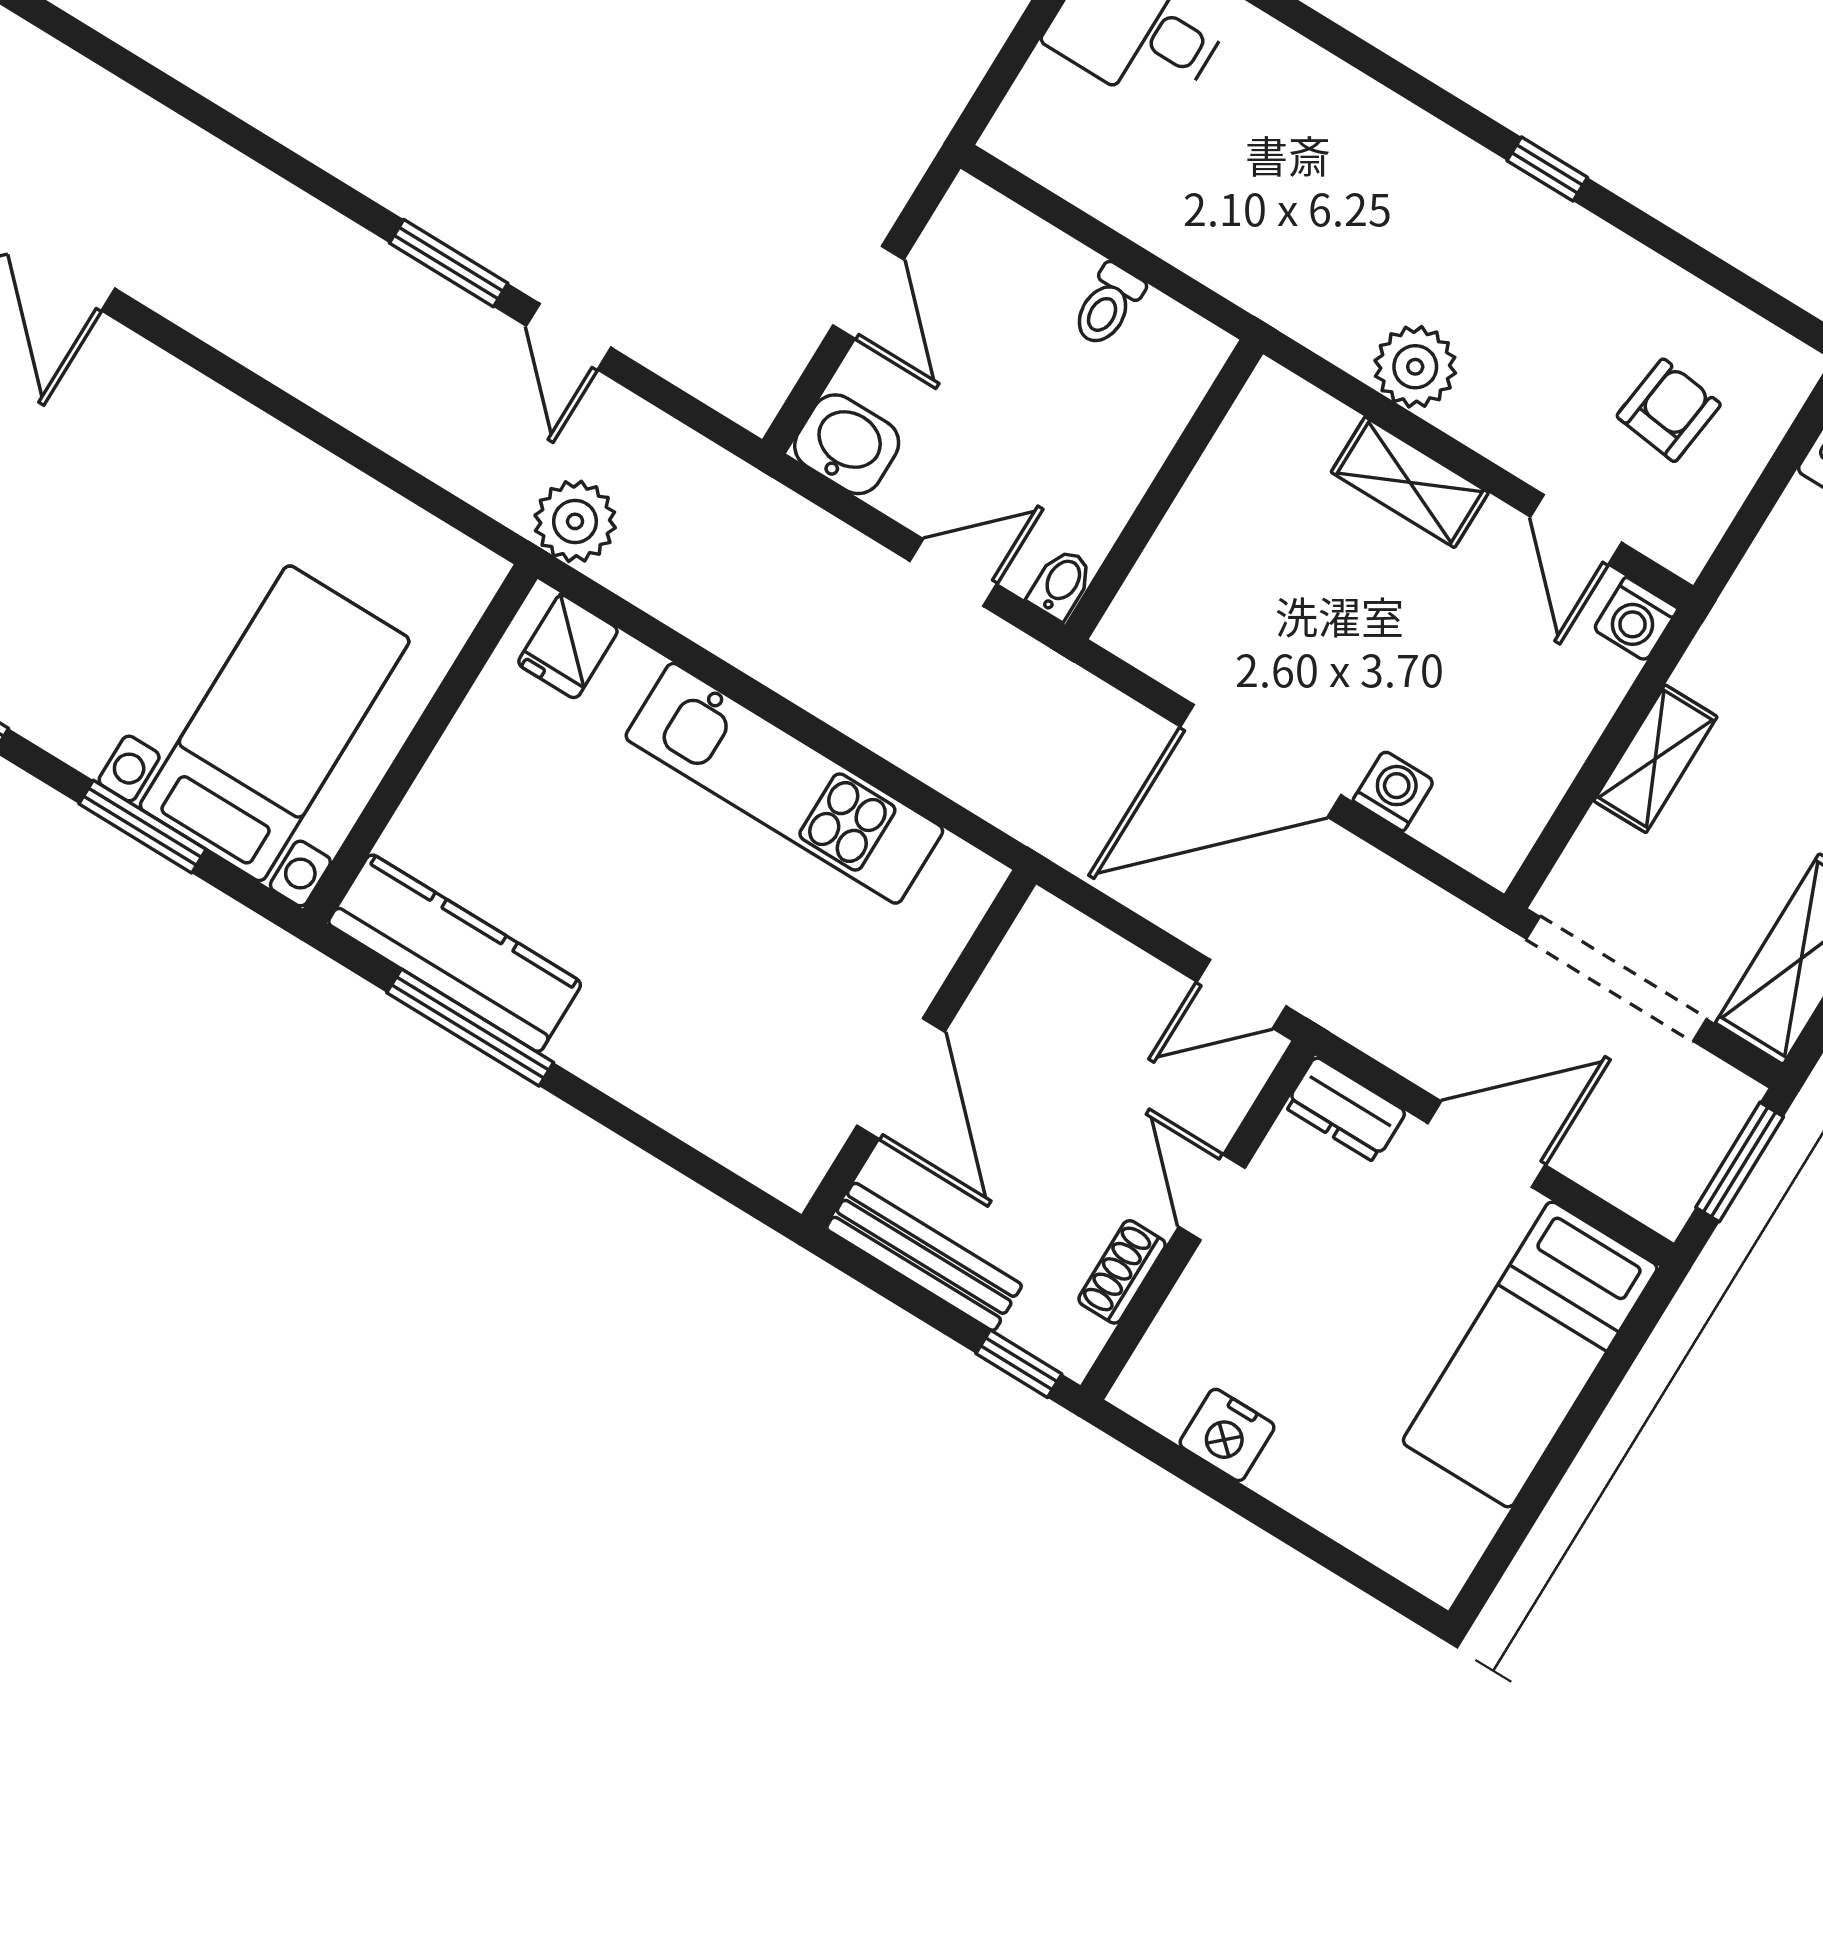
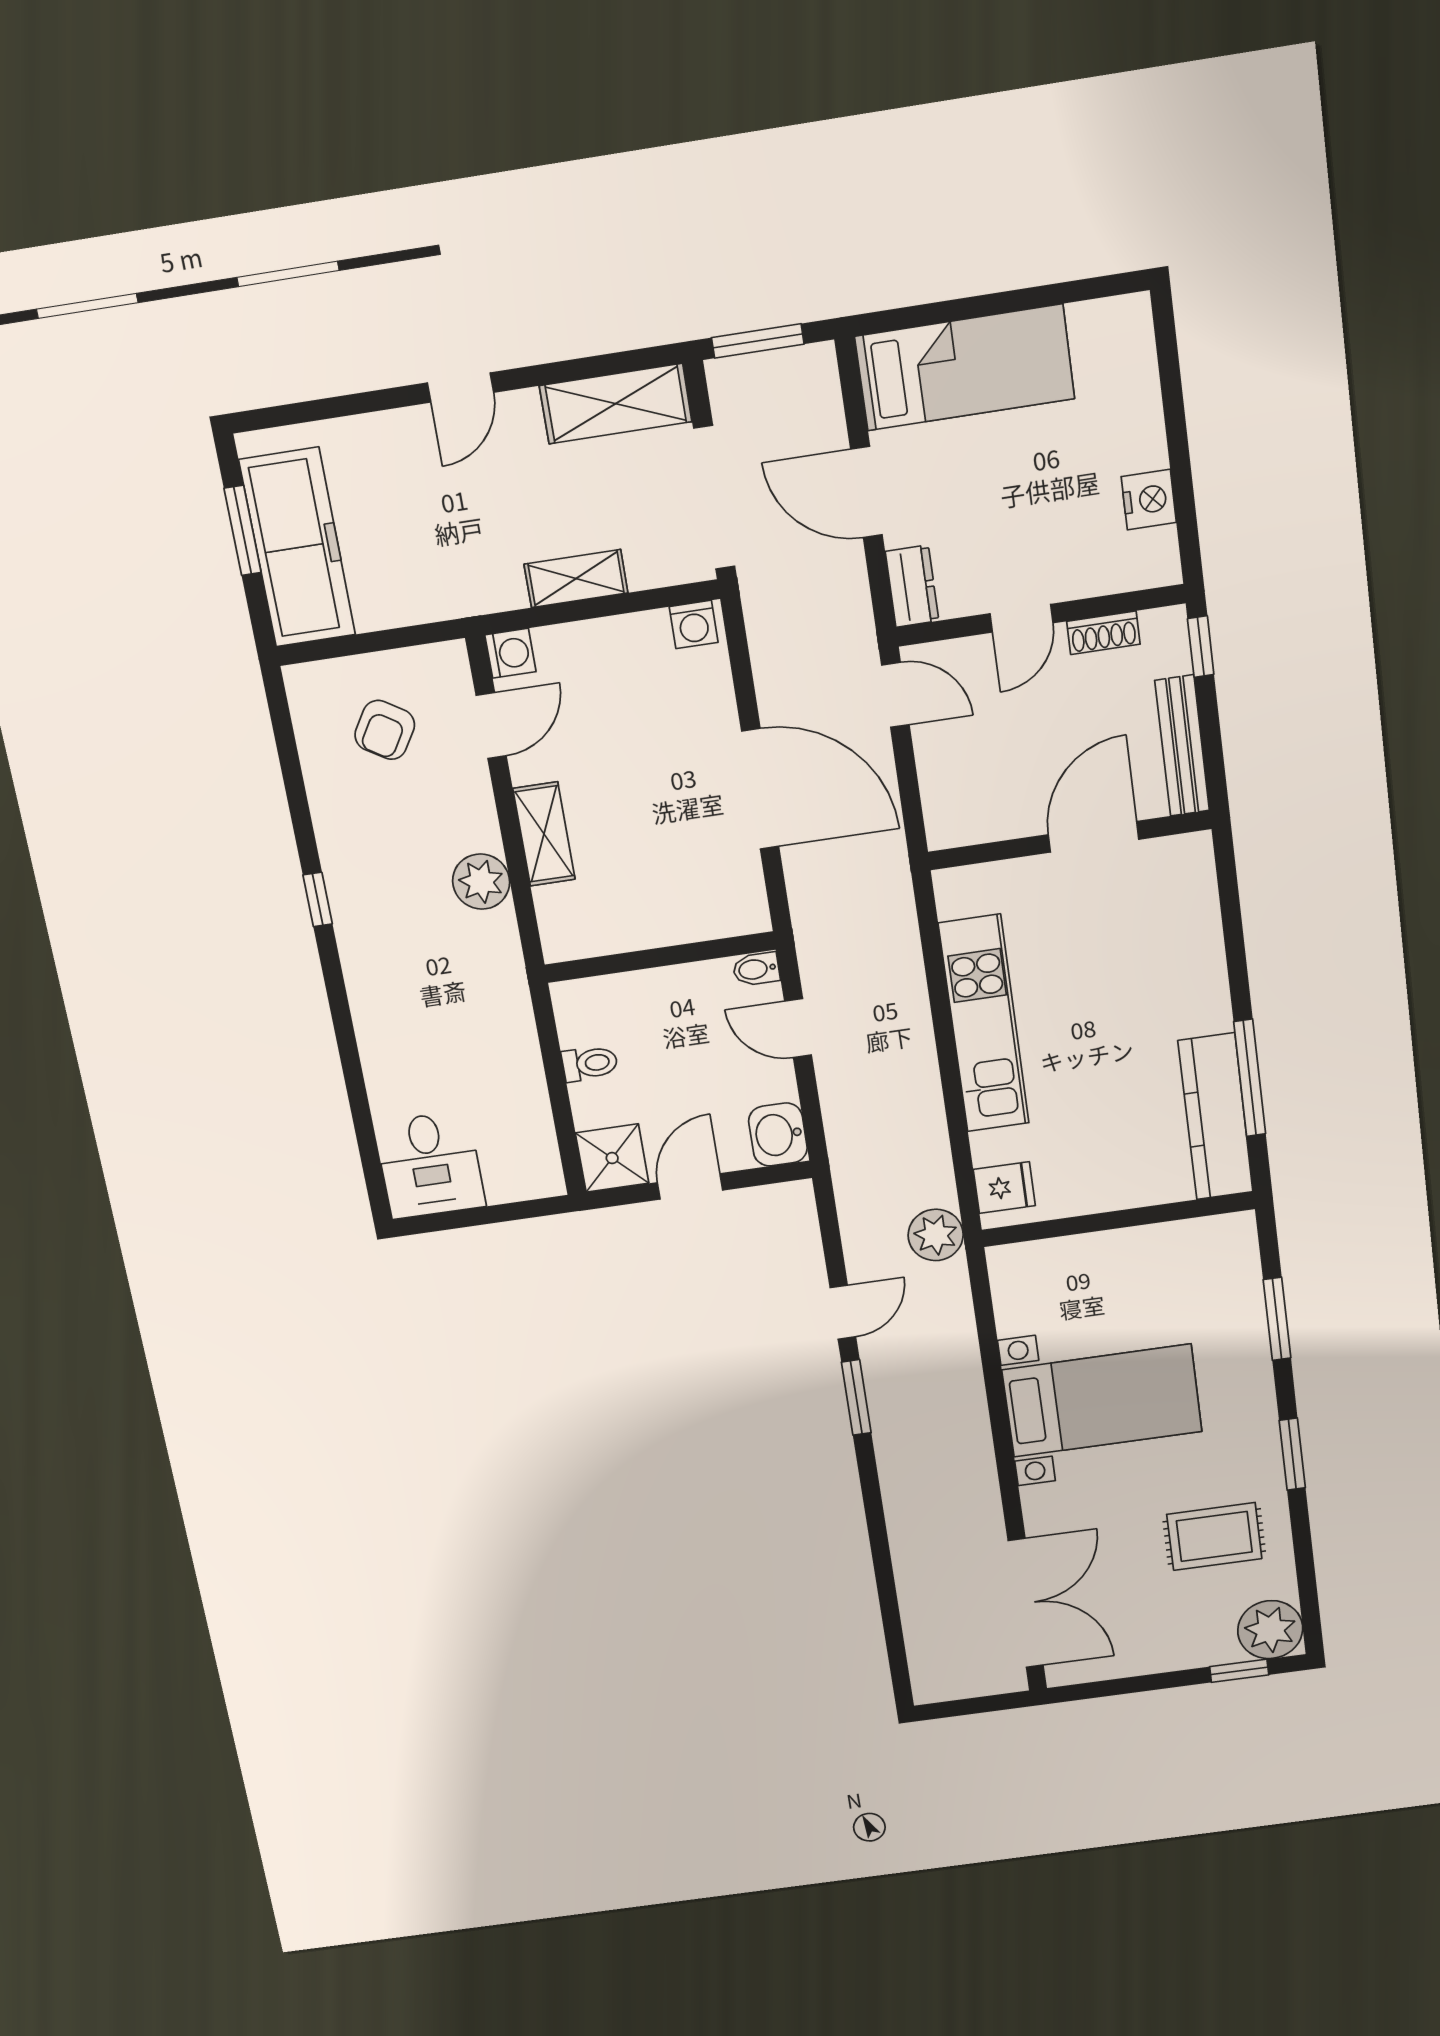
shower: (976, 233) -> (612, 1158), added
armchair: (1669, 410) -> (385, 730), turned -65
bed with nightstands: (275, 723) -> (1102, 1401), moved, turned 180
washing machine: (1394, 791) -> (694, 625), moved, turned -90

